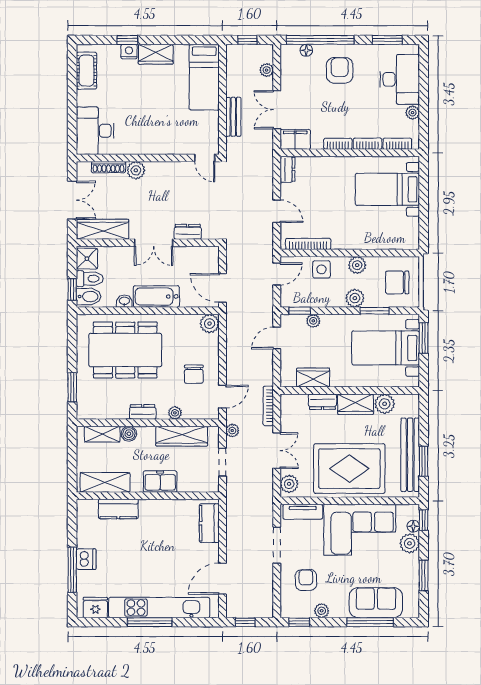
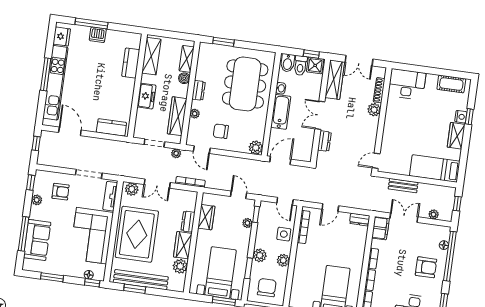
window: (72, 289) -> (311, 54), moved
plant: (410, 543) -> (77, 270), removed

